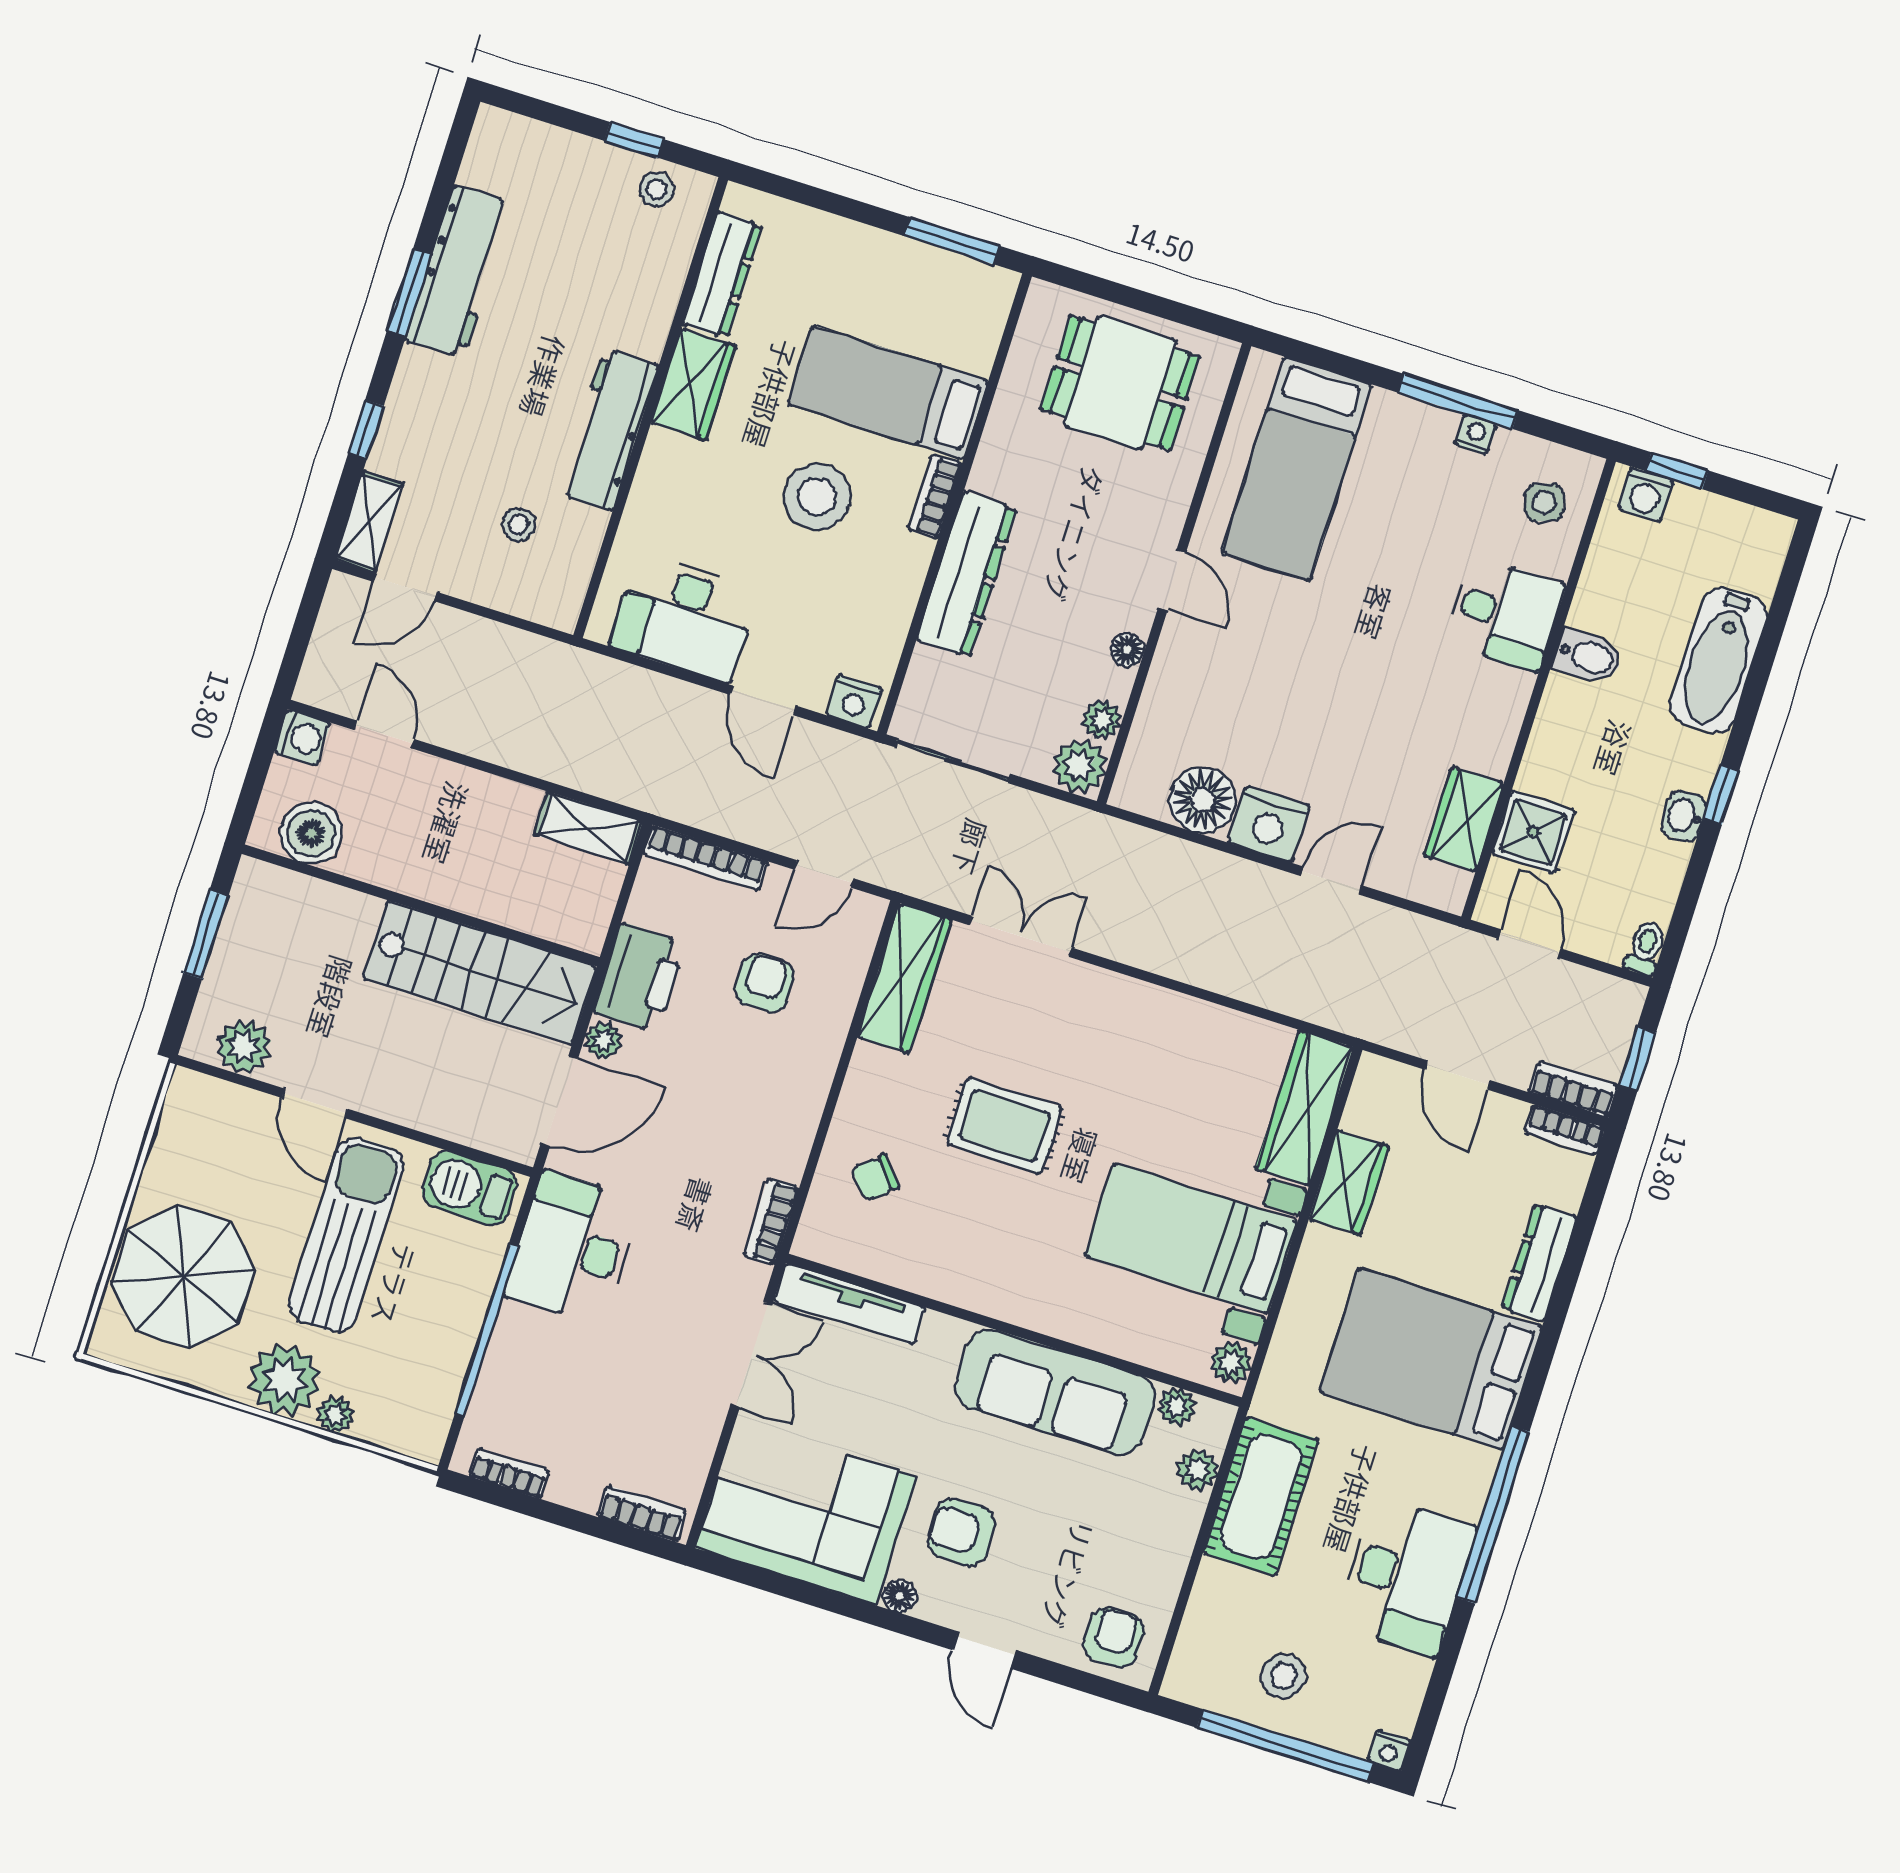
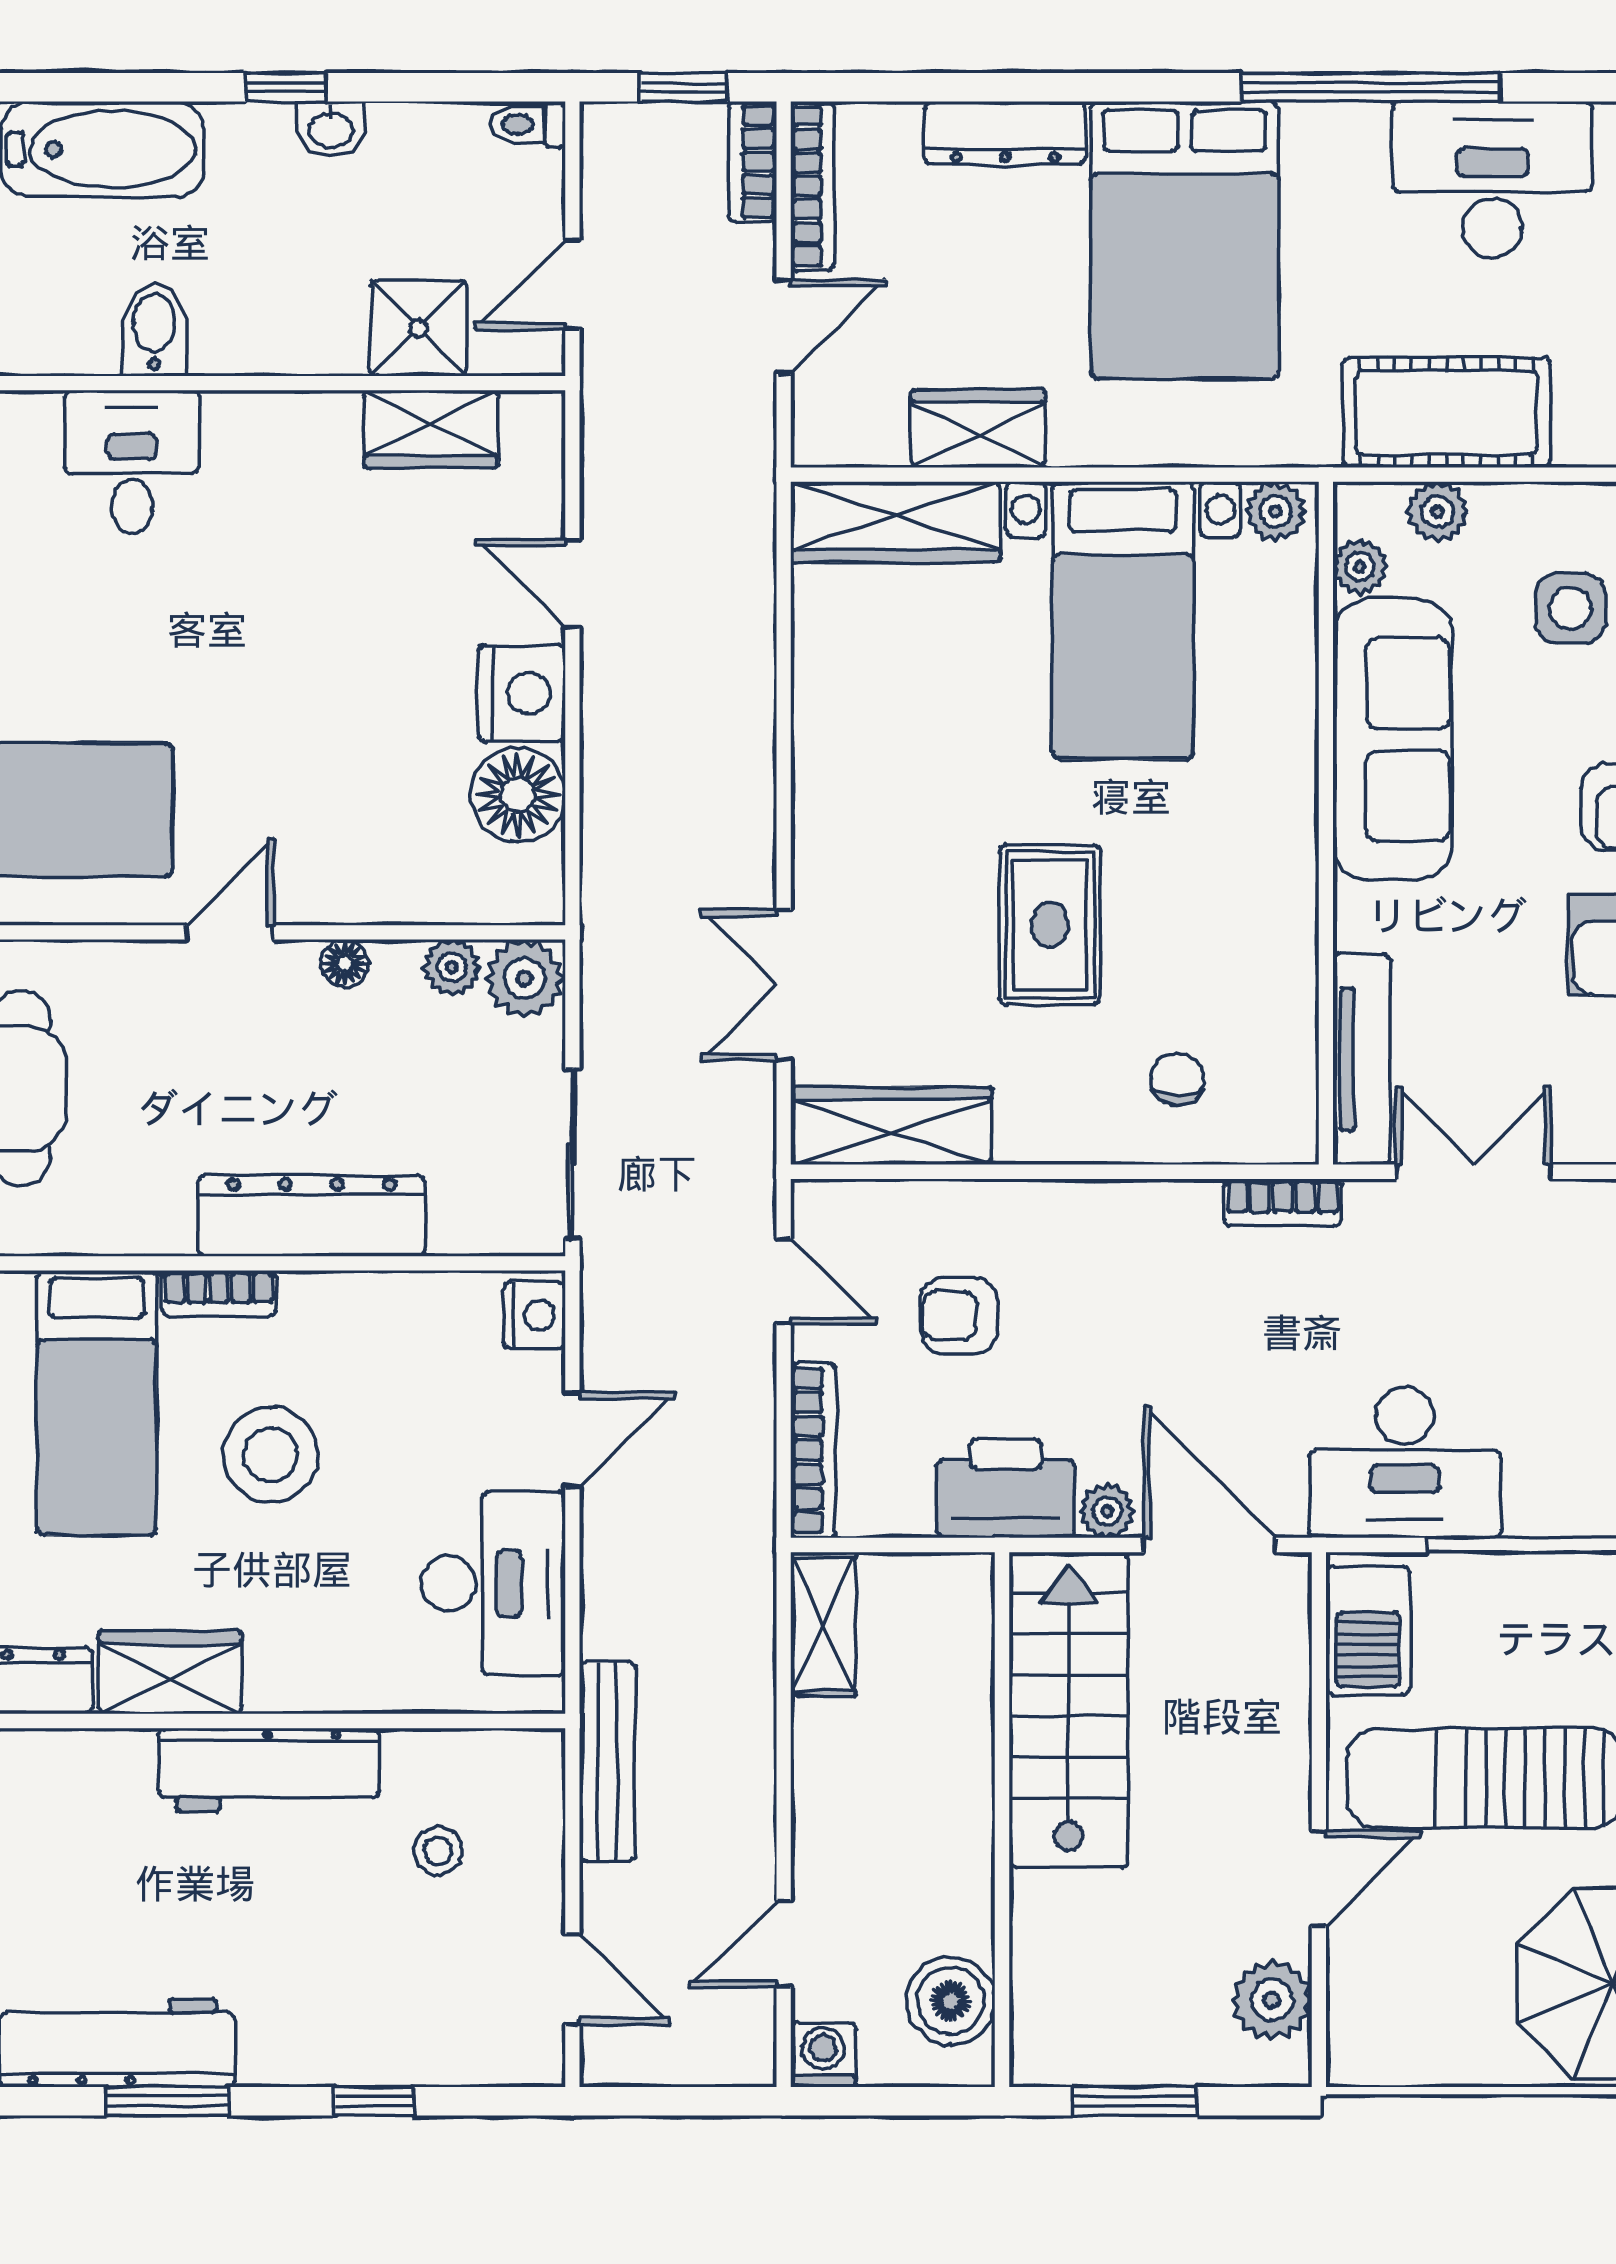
shelving: (369, 521) -> (499, 2057), removed
bench: (542, 656) -> (607, 1762), added
bookcase: (1565, 1130) -> (812, 186), width x1.56
chair: (875, 1178) -> (1177, 1079), turned -140
side table: (1105, 1538) -> (1571, 608), added

